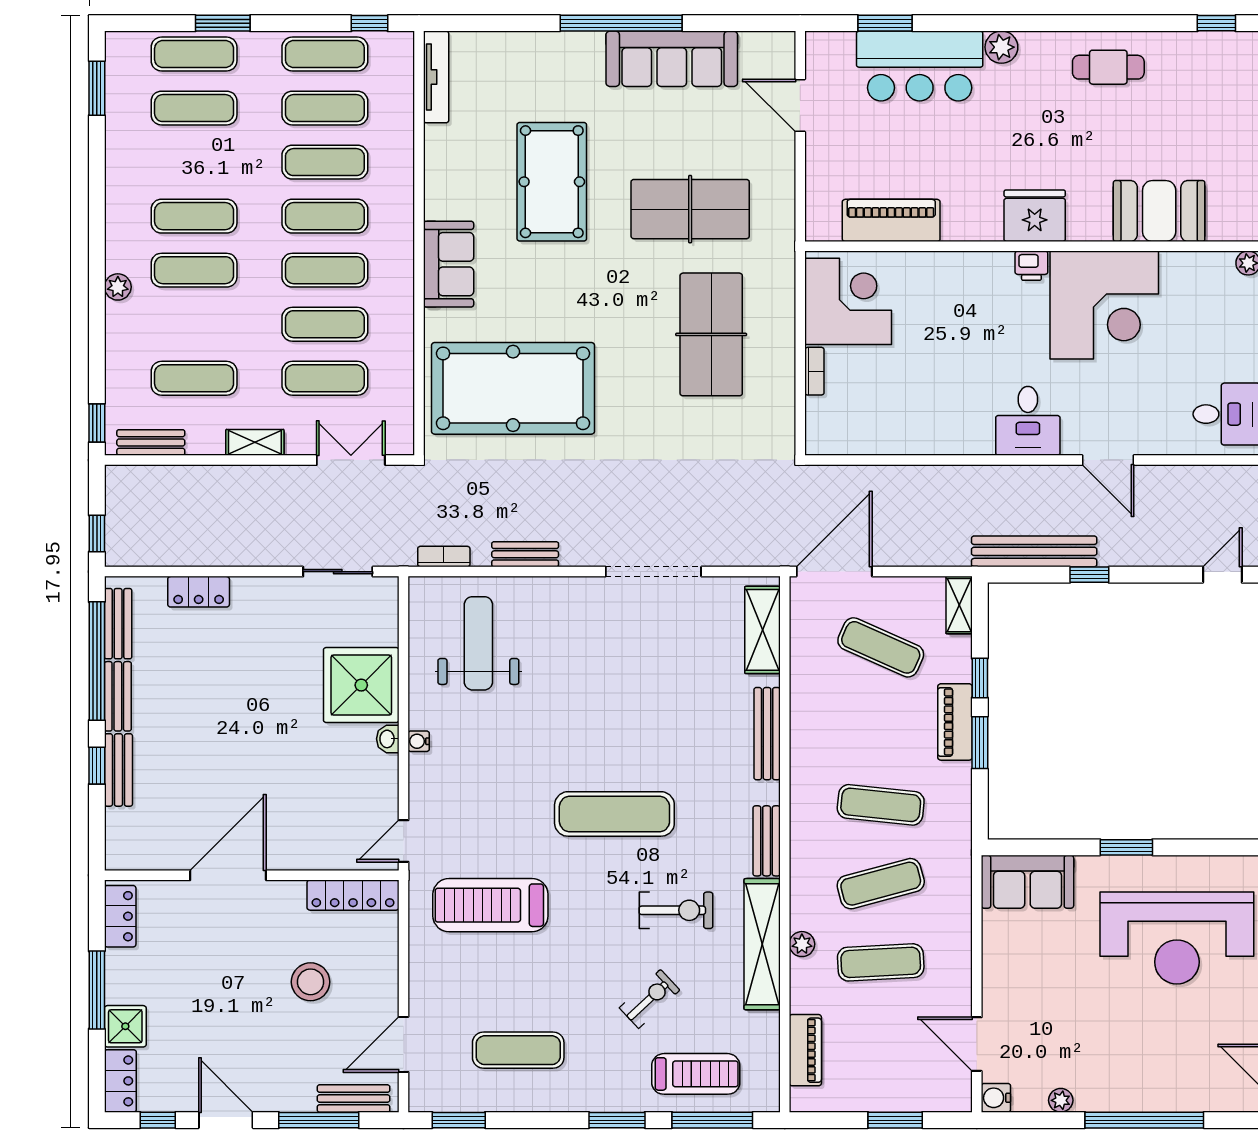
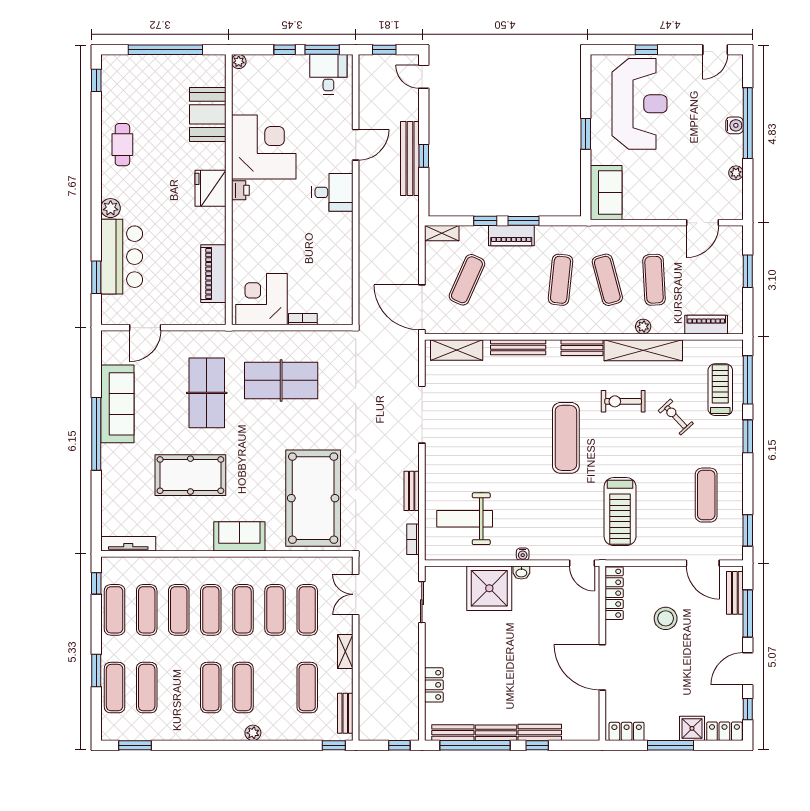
bench: (1034, 551) -> (410, 158), moved
exercise bike: (676, 910) -> (623, 401), turned -90
water cooler: (996, 1098) -> (734, 125), moved, turned -90

